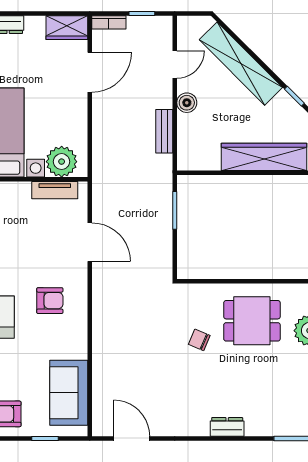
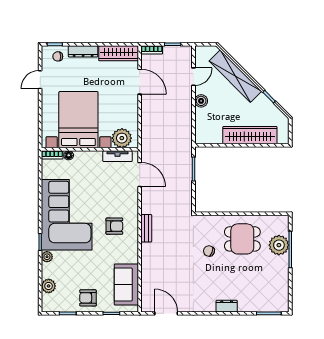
wardrobe: (67, 28) -> (119, 53), width x1.50
door: (90, 72) -> (140, 82), hinge flipped
bench: (164, 131) -> (146, 228), moved
door: (90, 242) -> (140, 175), moved

